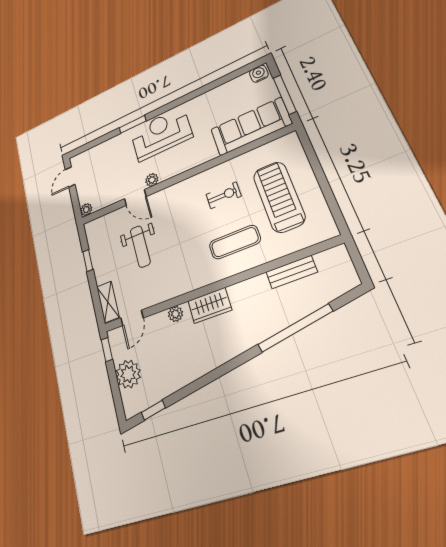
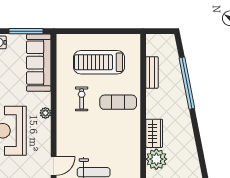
plant: (152, 180) -> (45, 113), moved
exercise mat: (235, 242) -> (118, 102), turned 90
plant: (175, 314) -> (156, 159), width x1.87, depth x1.87

